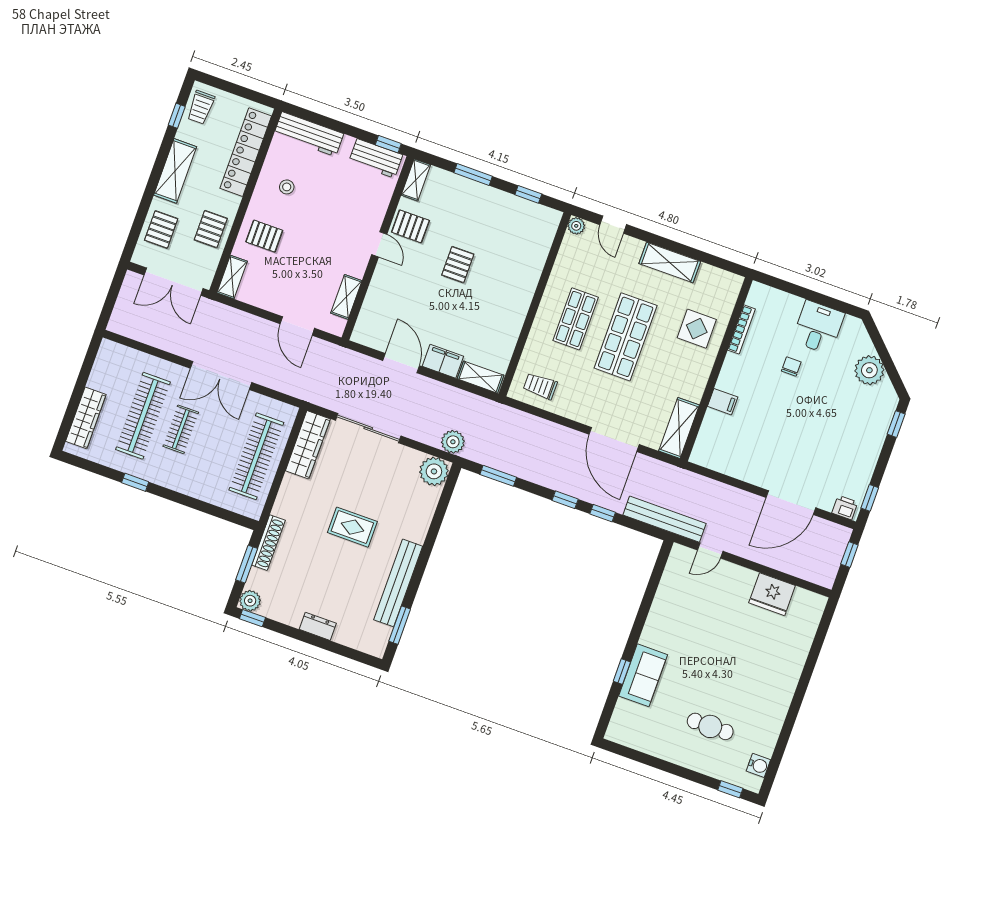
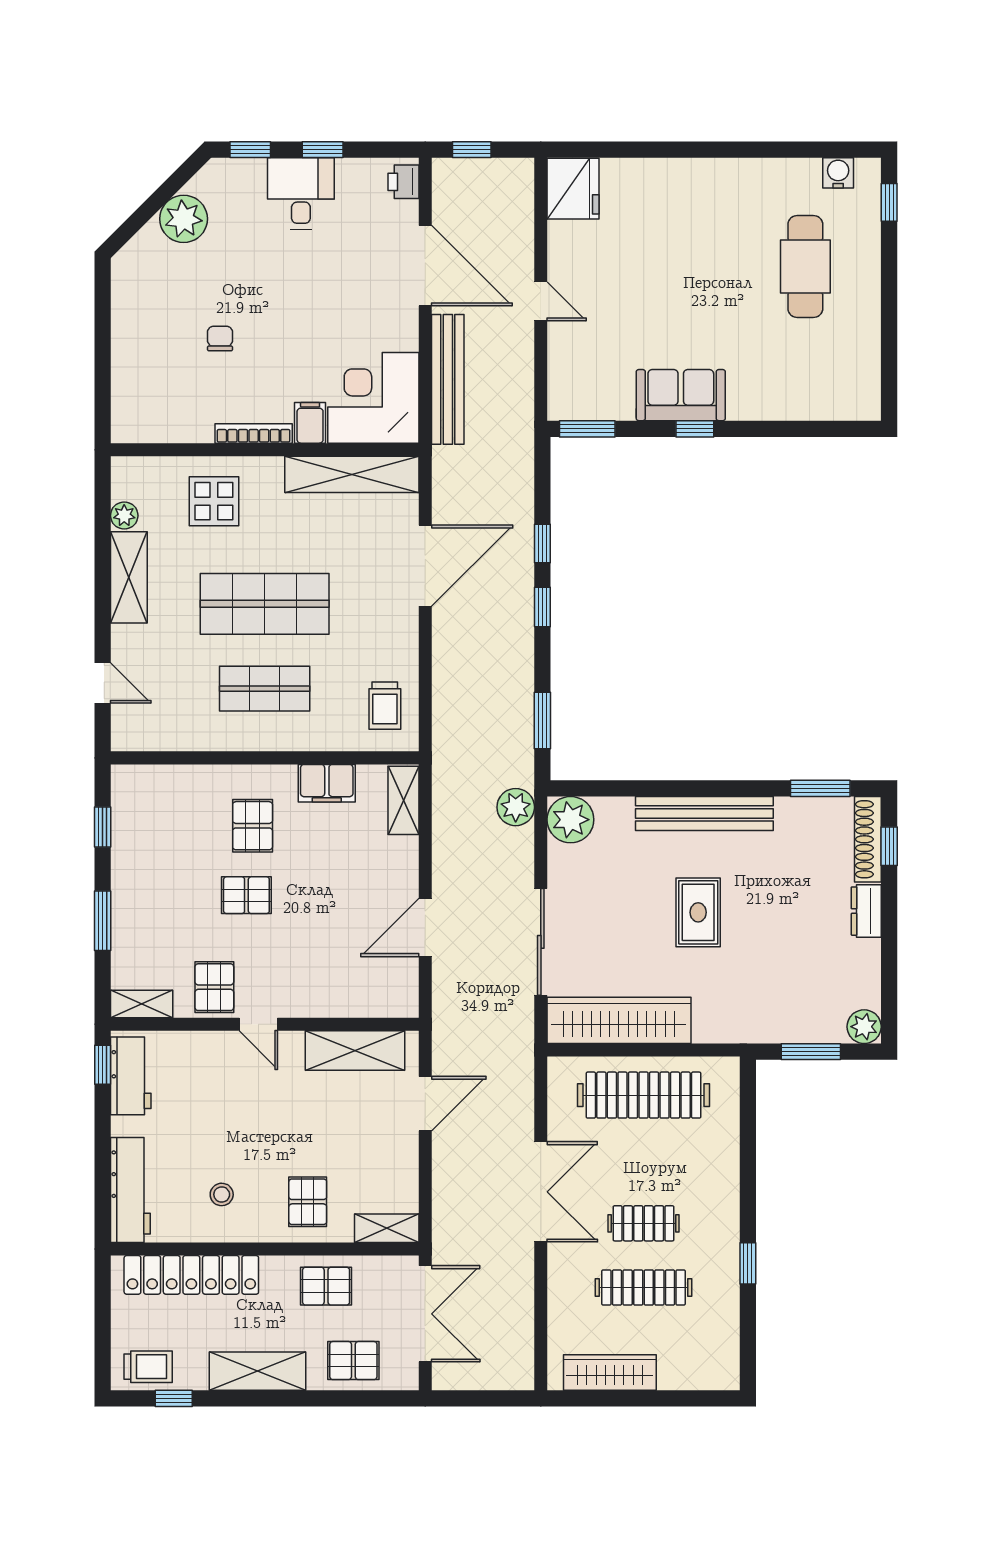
door: (613, 225) -> (103, 683), hinge flipped
plant: (576, 226) -> (124, 516), moved
door: (379, 244) -> (258, 1024), swing flipped
pallet: (497, 283) -> (253, 826), added
shelving: (346, 297) -> (355, 1051), width x1.50, depth x1.33
desk: (818, 327) -> (301, 193), moved, turned 90
bookcase: (741, 329) -> (254, 433), moved
filing cabinet: (443, 361) -> (327, 783), moved, turned -90
chair: (791, 366) -> (220, 338), turned 90
clothes rail: (143, 416) -> (643, 1287), width x0.73, depth x0.76
wardrobe: (86, 418) -> (610, 1372), moved
shelving: (679, 428) -> (352, 474), width x1.47
corner desk: (724, 444) -> (373, 398), added
wardrobe: (308, 445) -> (619, 1020), width x1.40, depth x1.17
window: (870, 498) -> (323, 150), moved
bench: (664, 519) -> (448, 379), moved
shoe rack: (268, 543) -> (868, 839), moved, turned -90
door: (710, 551) -> (541, 301), moved
window: (661, 564) -> (587, 429), added
bench: (398, 583) -> (704, 813), moved
fridge: (772, 594) -> (573, 189), moved
window: (252, 618) -> (889, 846), moved
window: (622, 672) -> (695, 429), moved
sofa: (643, 675) -> (681, 395), moved
cafe table: (710, 726) -> (805, 266), width x1.37, depth x1.35

